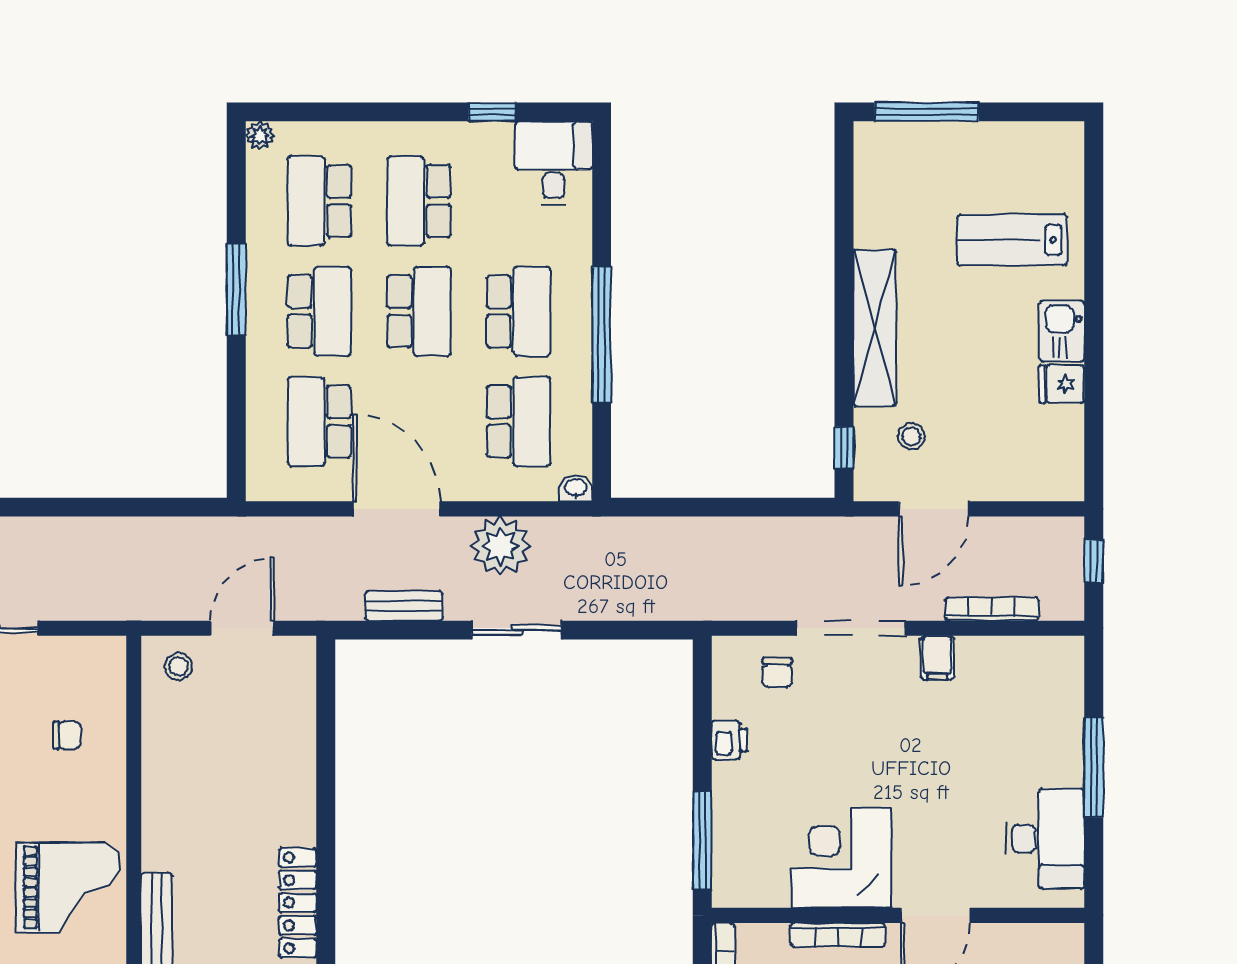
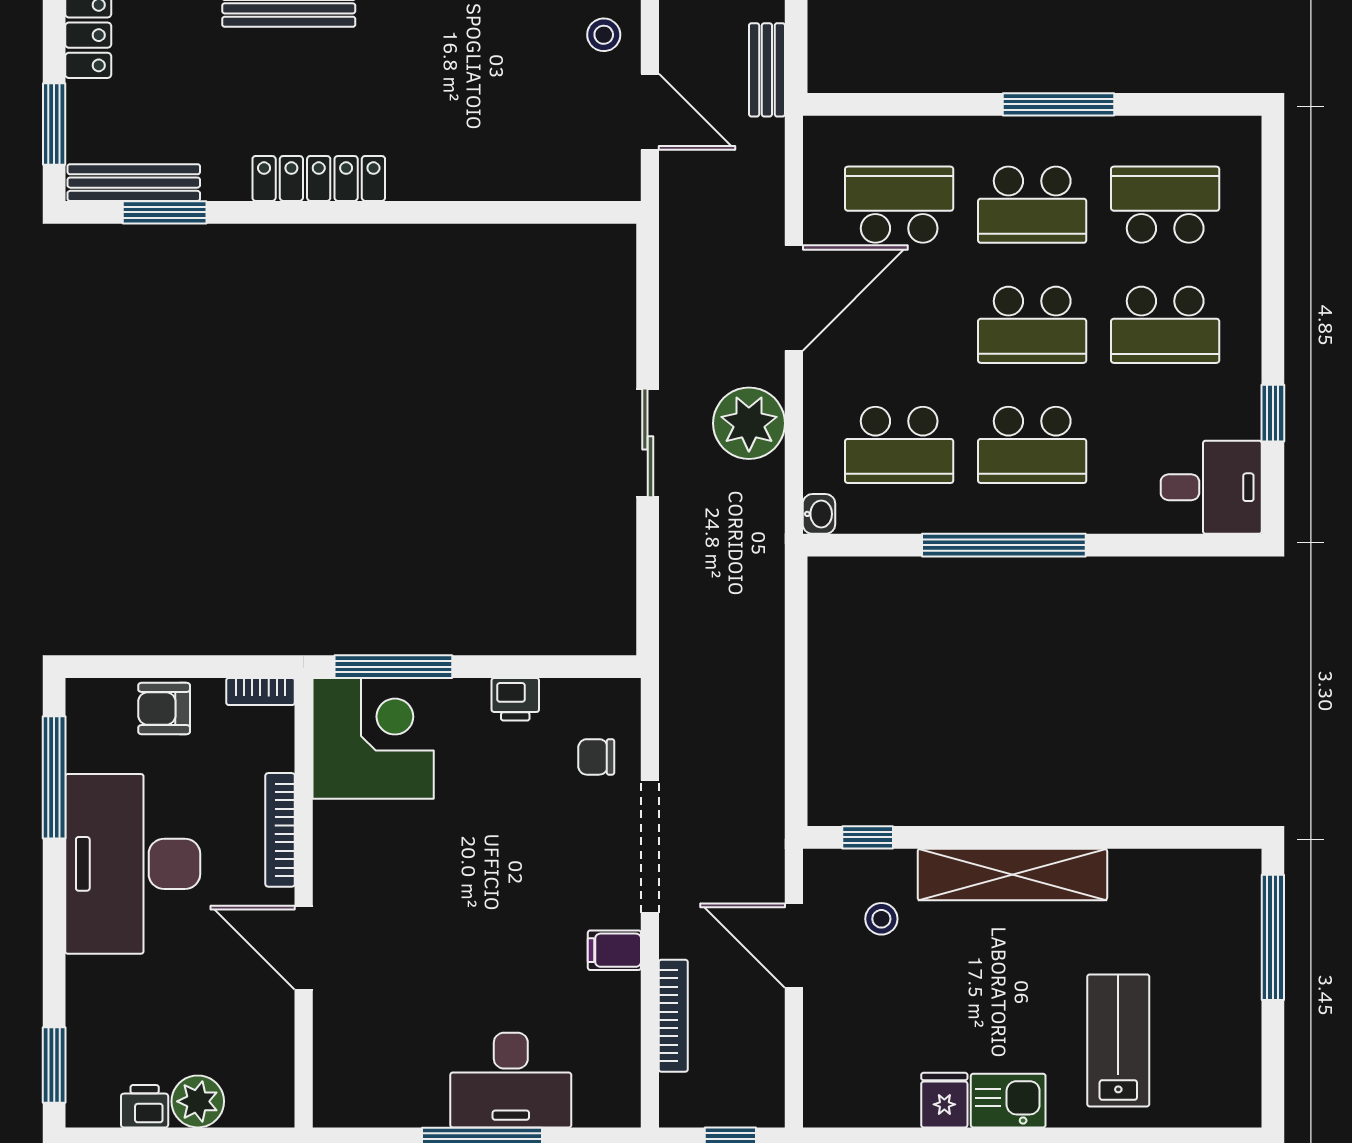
plant: (260, 135) -> (1244, 133), removed
school desk: (419, 201) -> (1165, 325), turned 180
bench: (404, 606) -> (767, 70), moved
desk: (1045, 839) -> (511, 1080), moved
corner desk: (842, 858) -> (373, 738), moved

